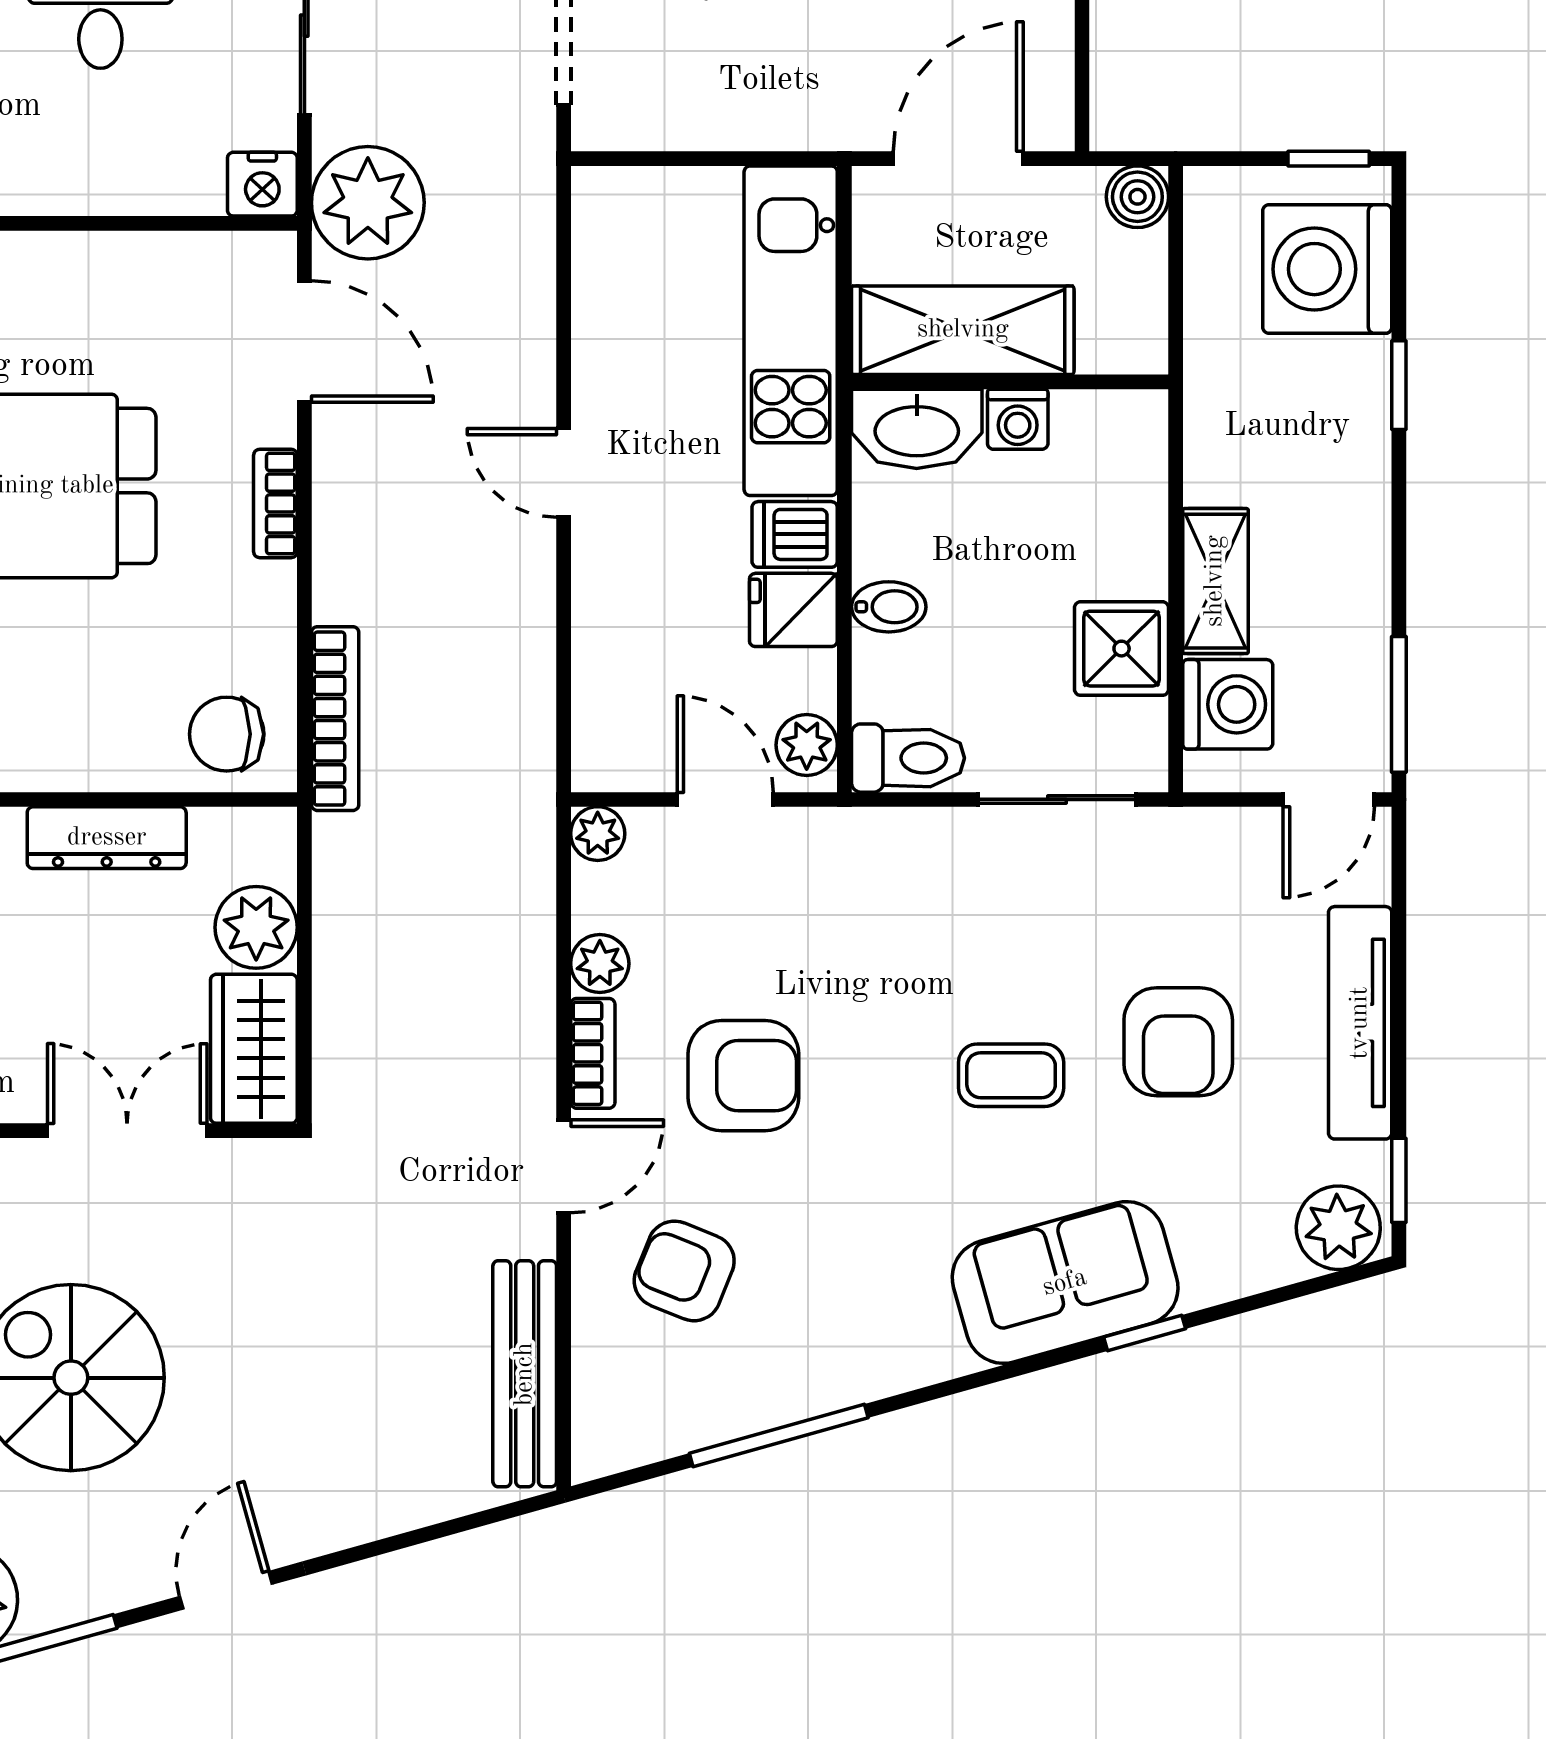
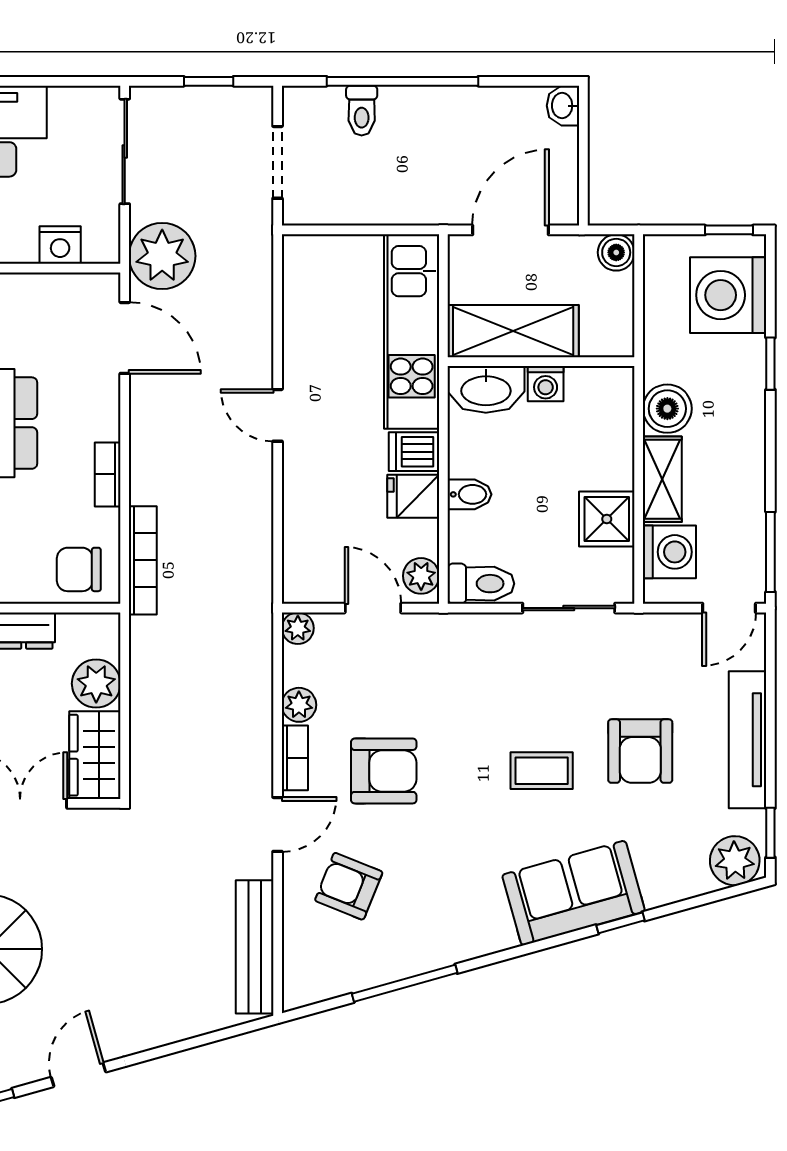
nightstand: (262, 184) -> (60, 245), moved
boiler: (1224, 461) -> (667, 409), added
bookcase: (275, 503) -> (108, 474), moved

